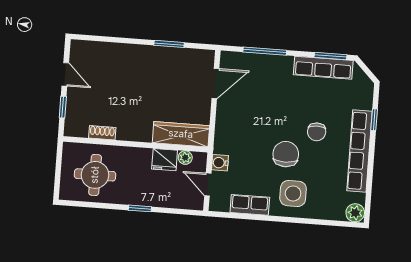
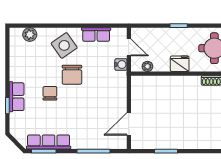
wardrobe: (181, 134) -> (152, 84), removed
row of seats: (359, 151) -> (17, 97), width x0.50
fridge: (165, 160) -> (180, 64), moved
side table: (293, 193) -> (64, 45), turned -35
plant: (355, 213) -> (30, 34), moved

